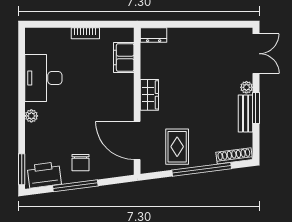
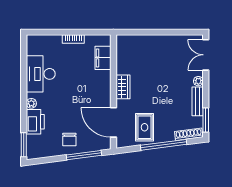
dresser: (154, 35) -> (126, 40), removed
double door: (256, 54) -> (206, 55), swing flipped
window: (256, 108) -> (206, 120), moved
printer: (44, 175) -> (35, 122), moved, turned 97
window: (75, 186) -> (84, 155), moved

